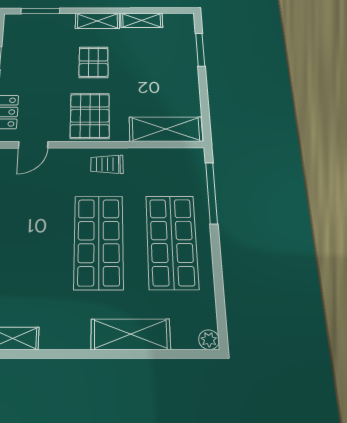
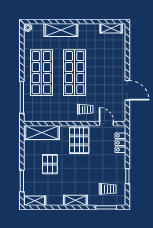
shelving: (142, 20) -> (35, 201), moved
trolley: (36, 38) -> (108, 189), added
pallet: (94, 62) -> (50, 164), moved
door: (33, 145) -> (106, 124), hinge flipped
trolley: (107, 164) -> (85, 109), moved

